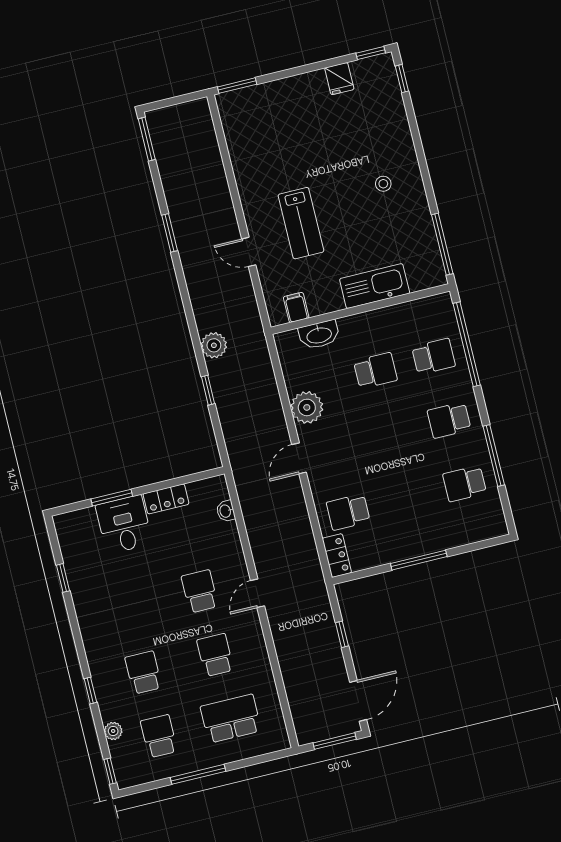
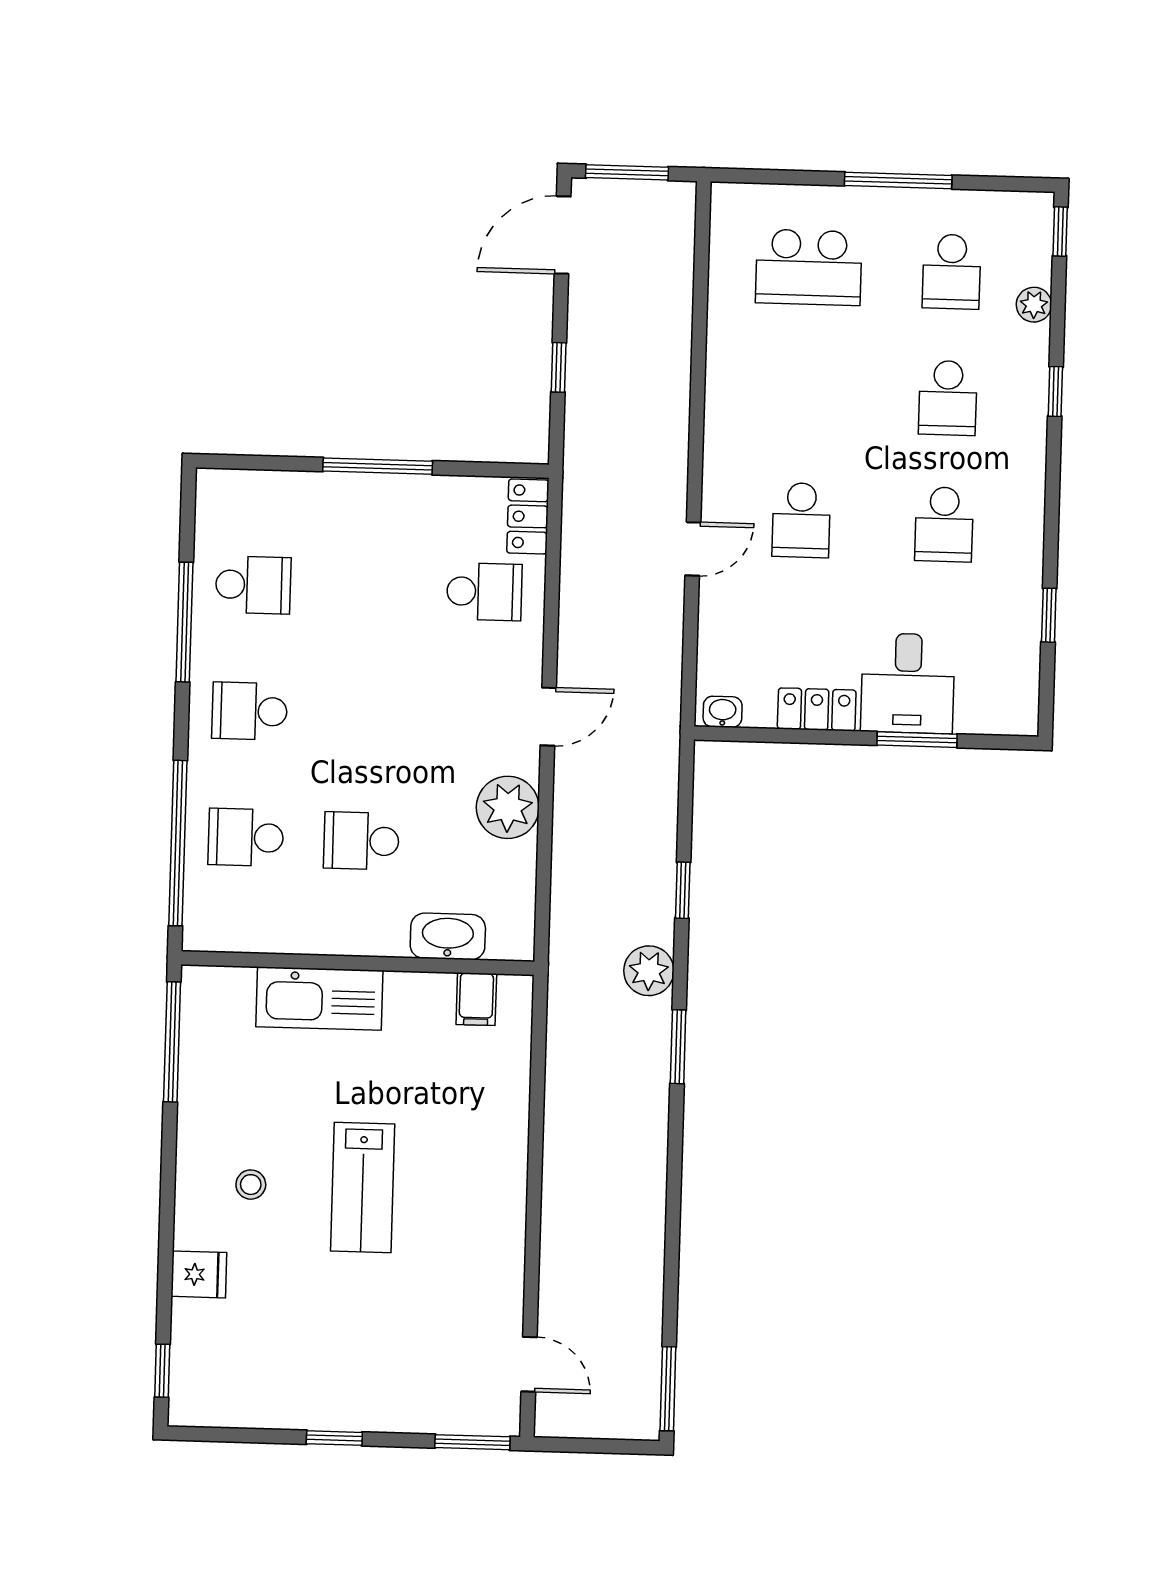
window: (371, 53) -> (334, 1438), moved
fridge: (339, 79) -> (199, 1274), moved, turned 90
lab bench: (301, 223) -> (363, 1187), moved, turned 180
window: (170, 233) -> (678, 1047), moved
door: (249, 252) -> (529, 1364), moved
school desk: (449, 420) -> (249, 711), turned 180
washbasin: (226, 511) -> (723, 712), moved, turned -90
door: (257, 593) -> (693, 549), moved
school desk: (215, 655) -> (944, 524), moved

